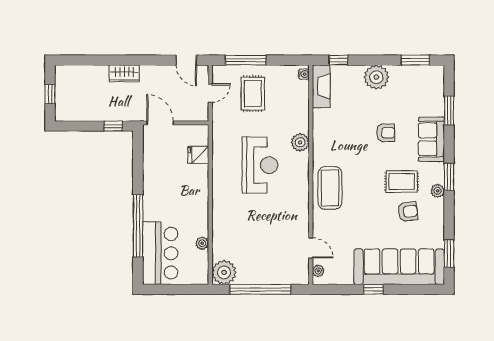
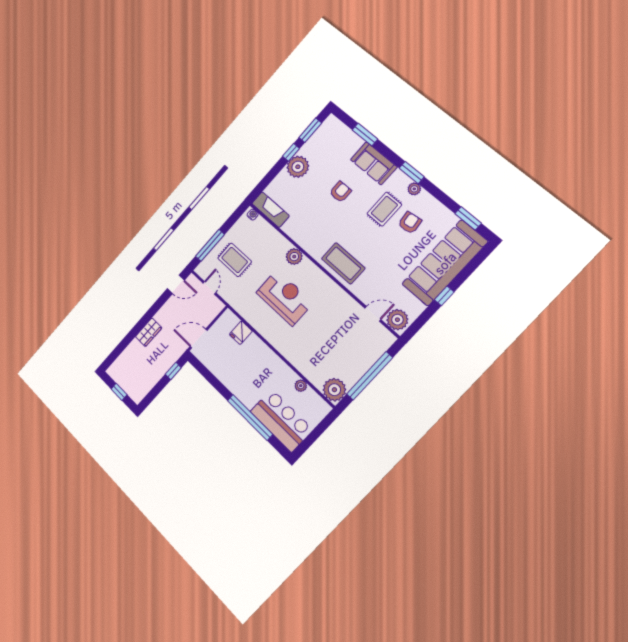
window: (338, 60) -> (291, 152), moved
plant: (318, 271) -> (397, 320), width x1.87, depth x1.87

